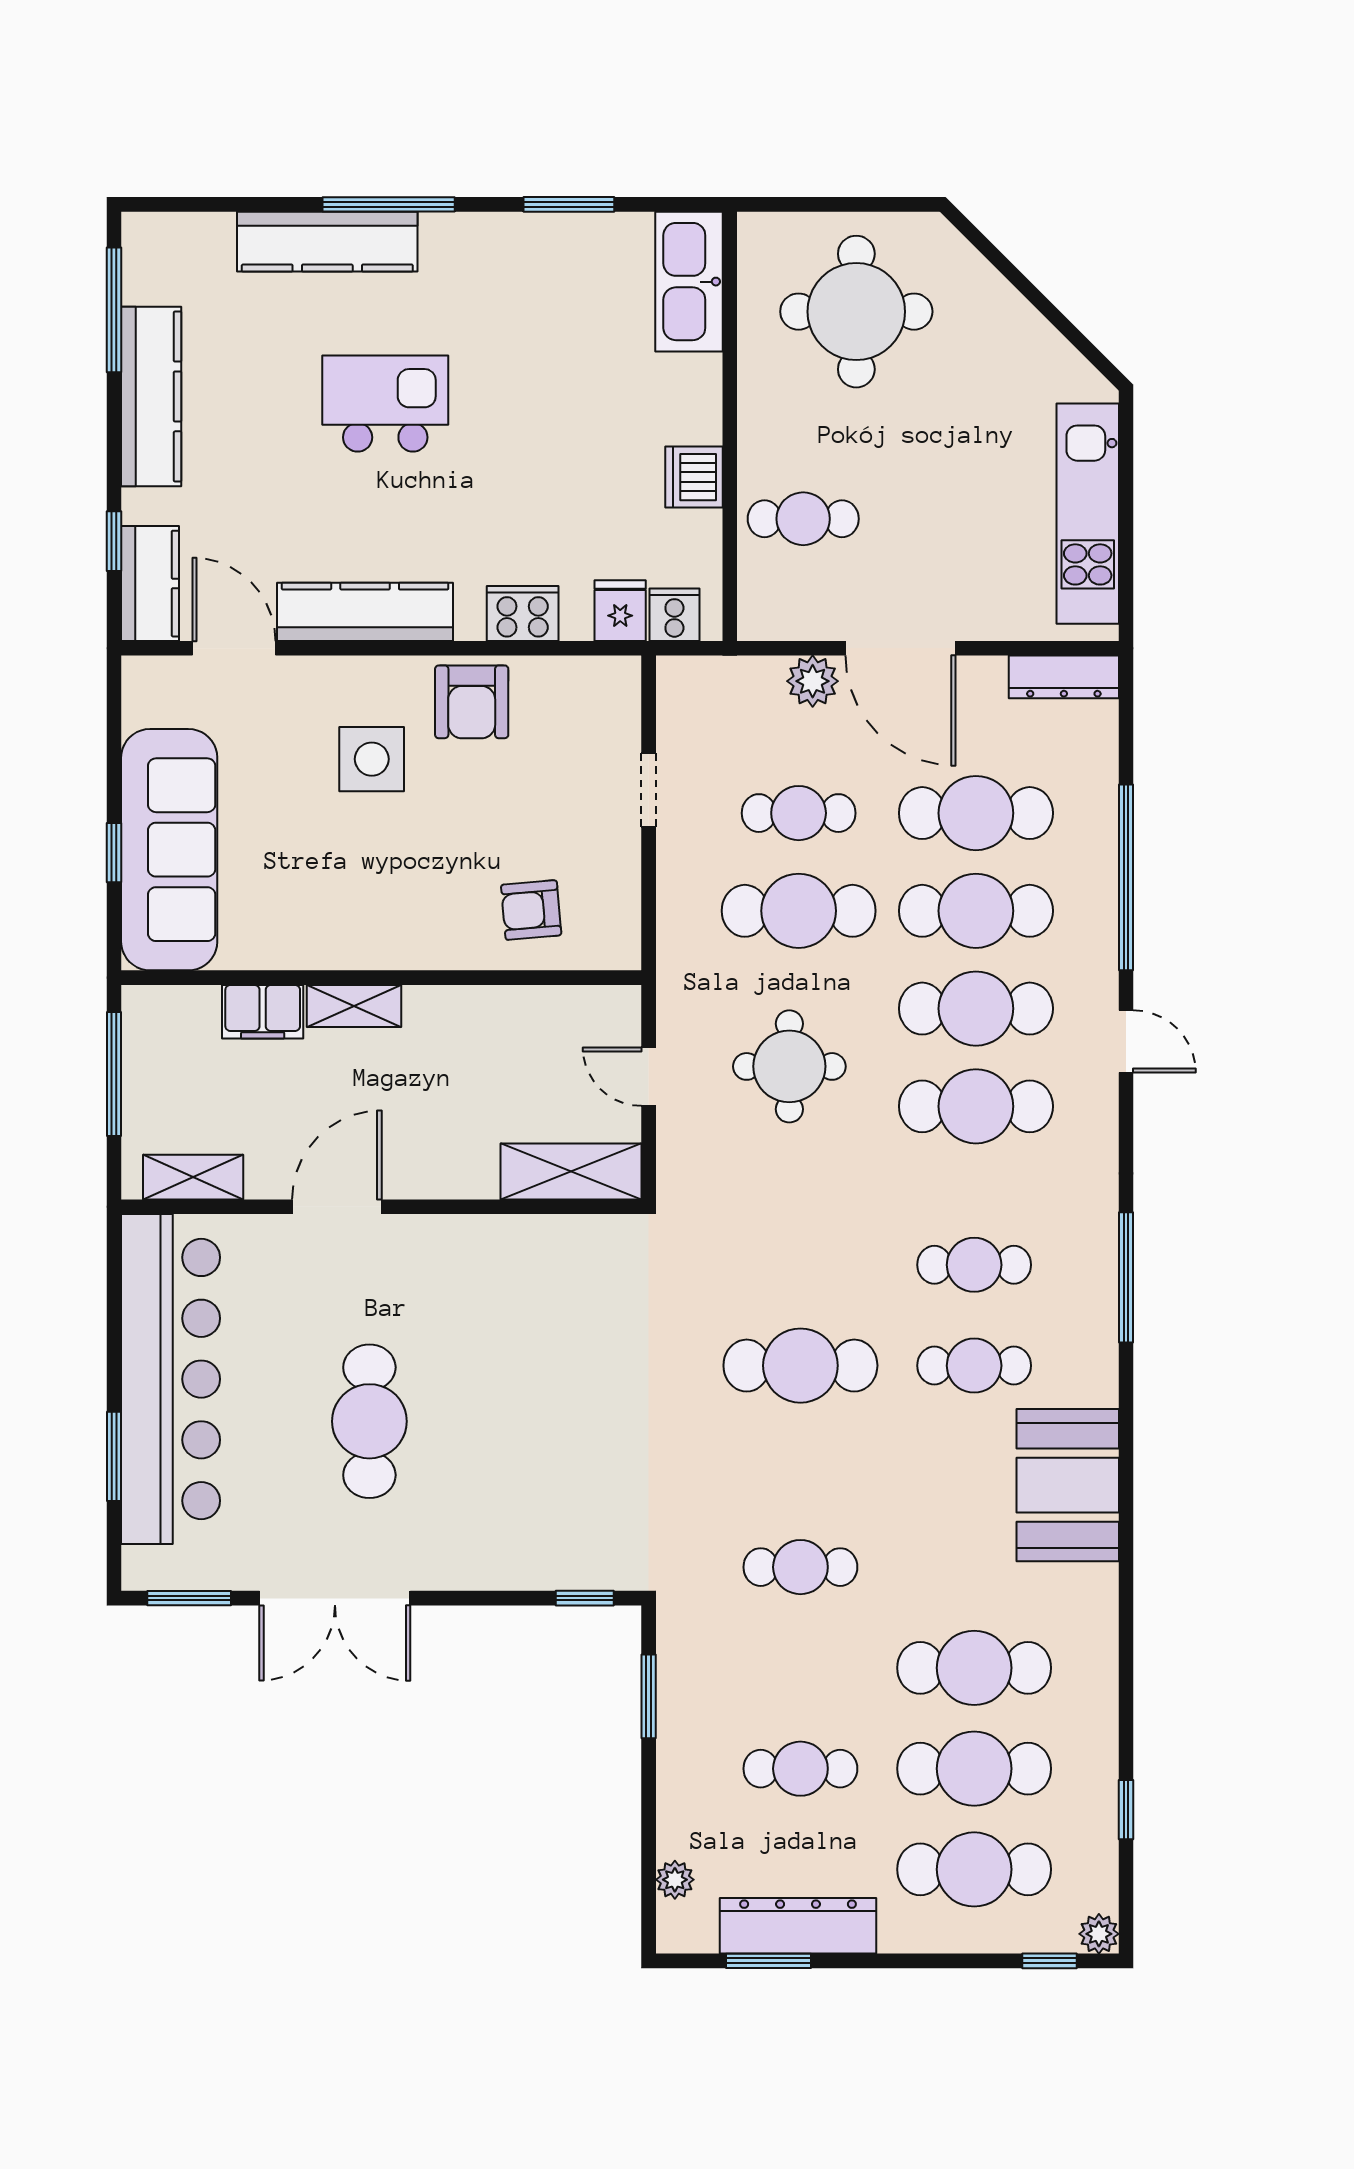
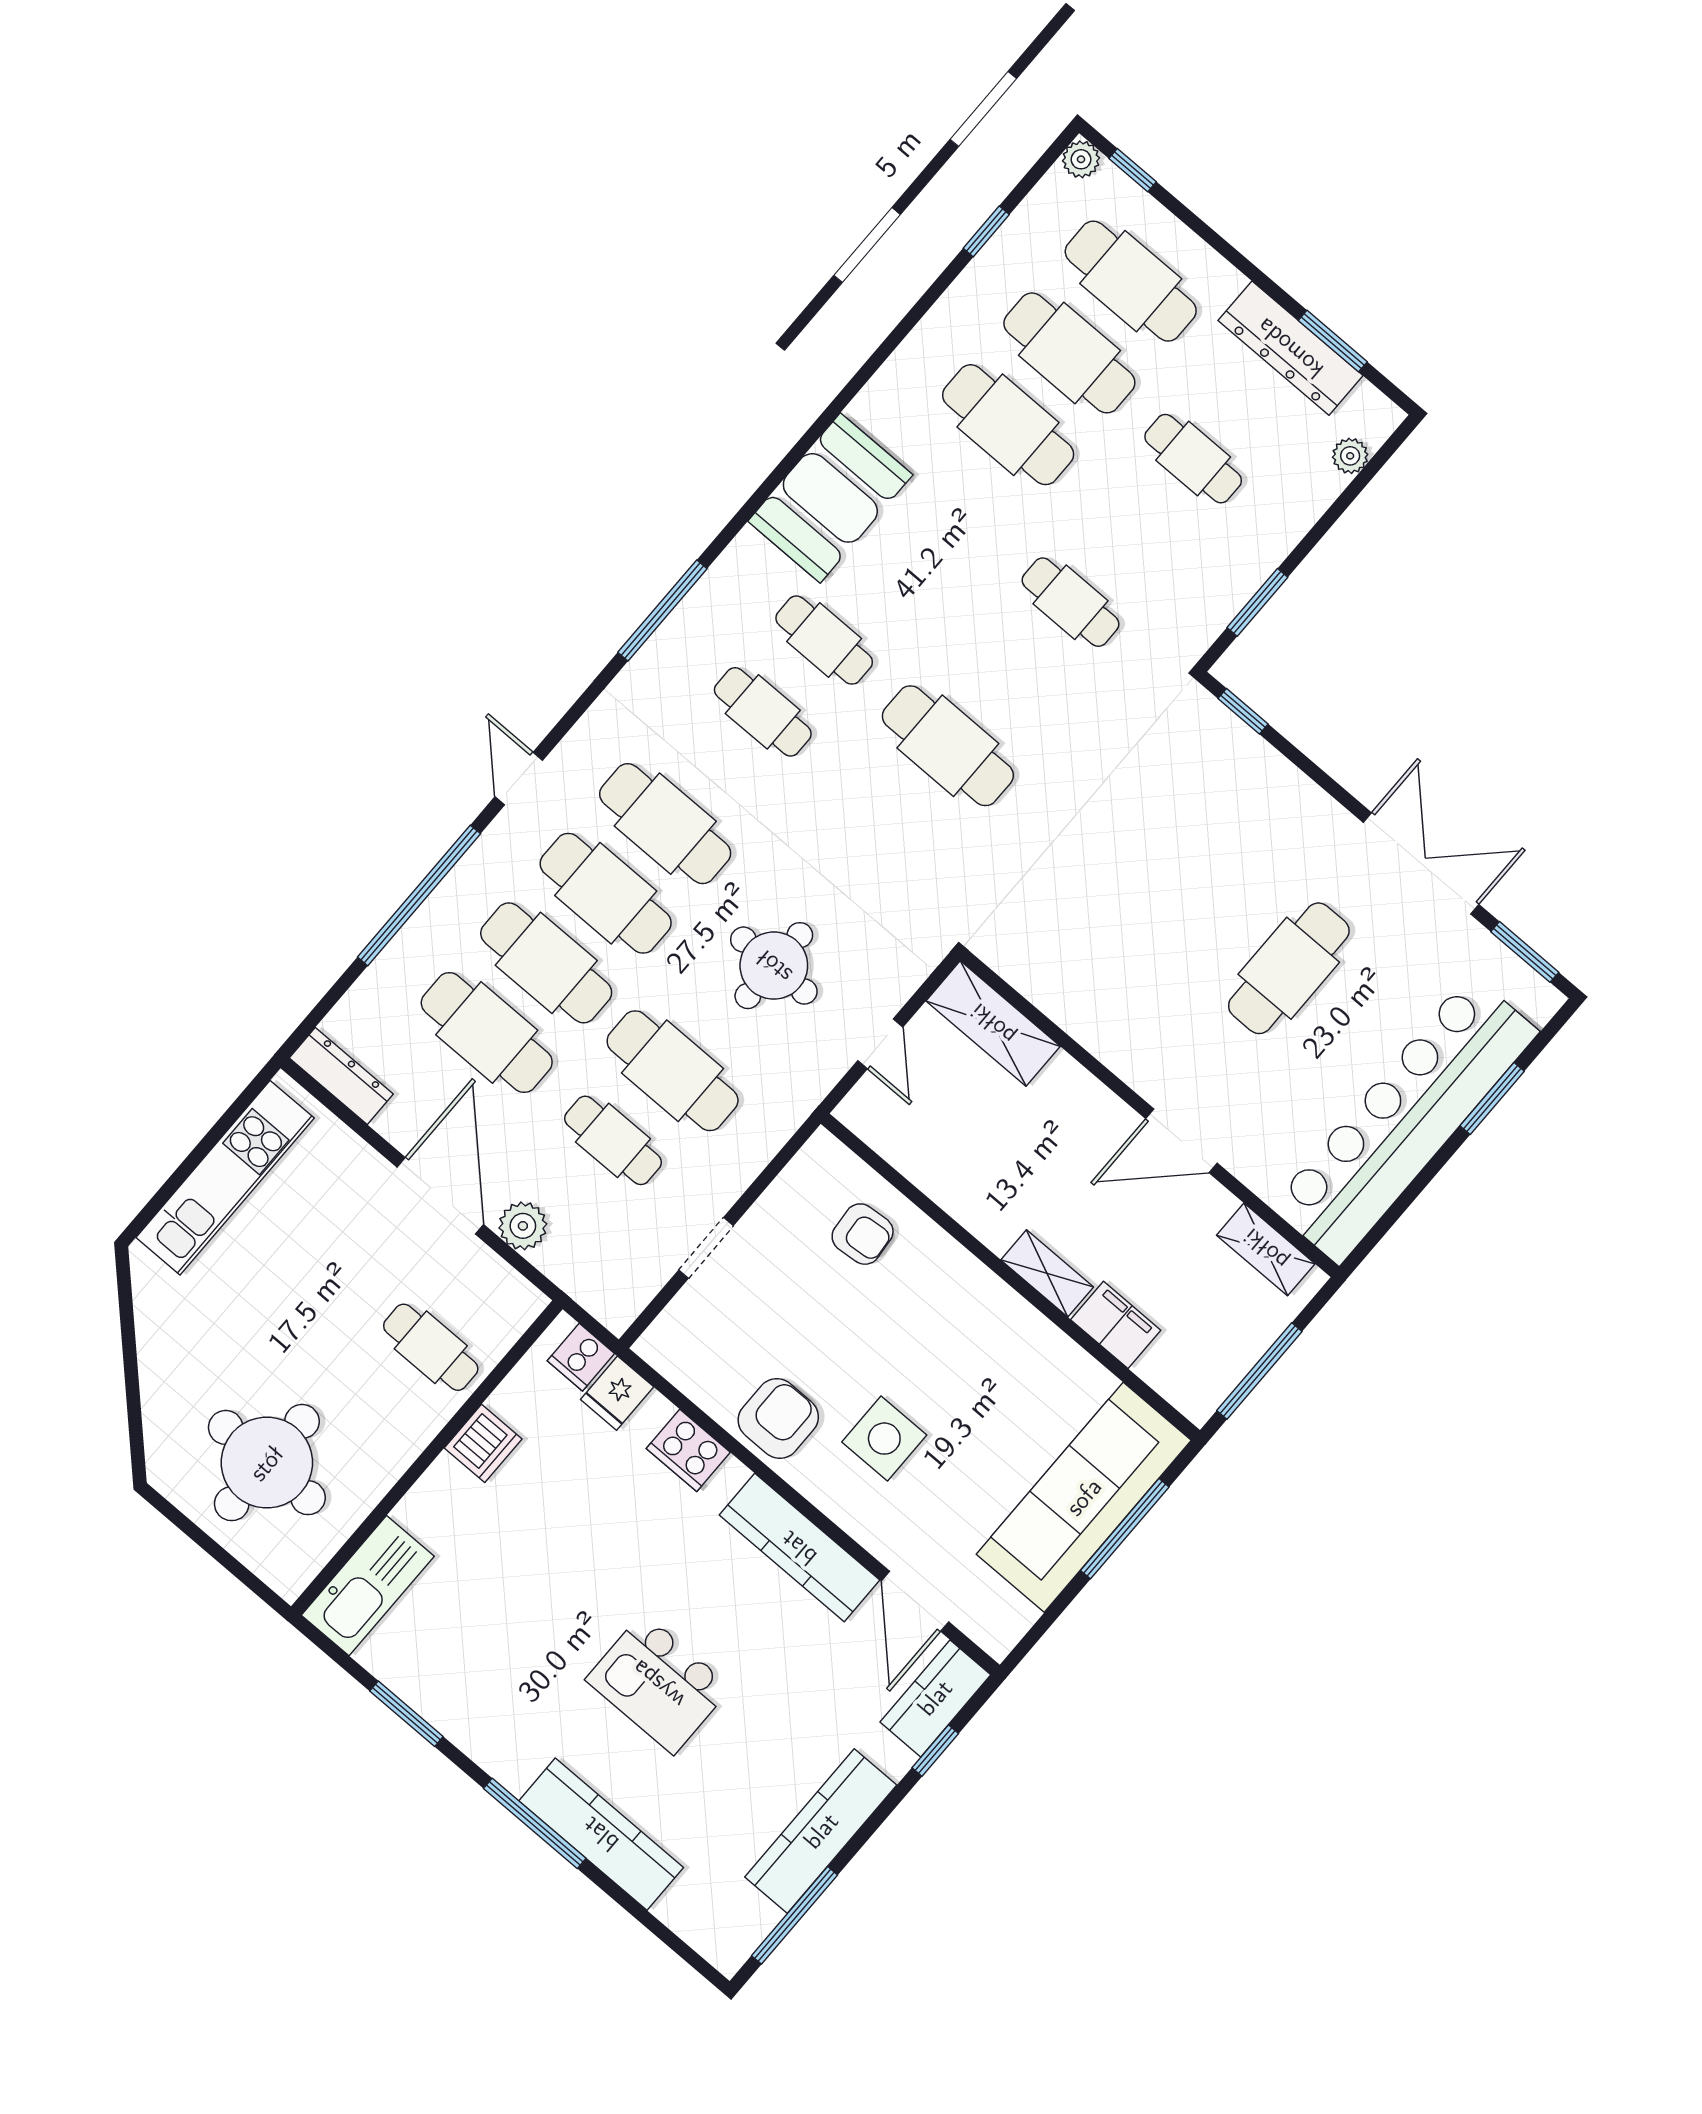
window: (114, 853) -> (1125, 1529), width x2.17

